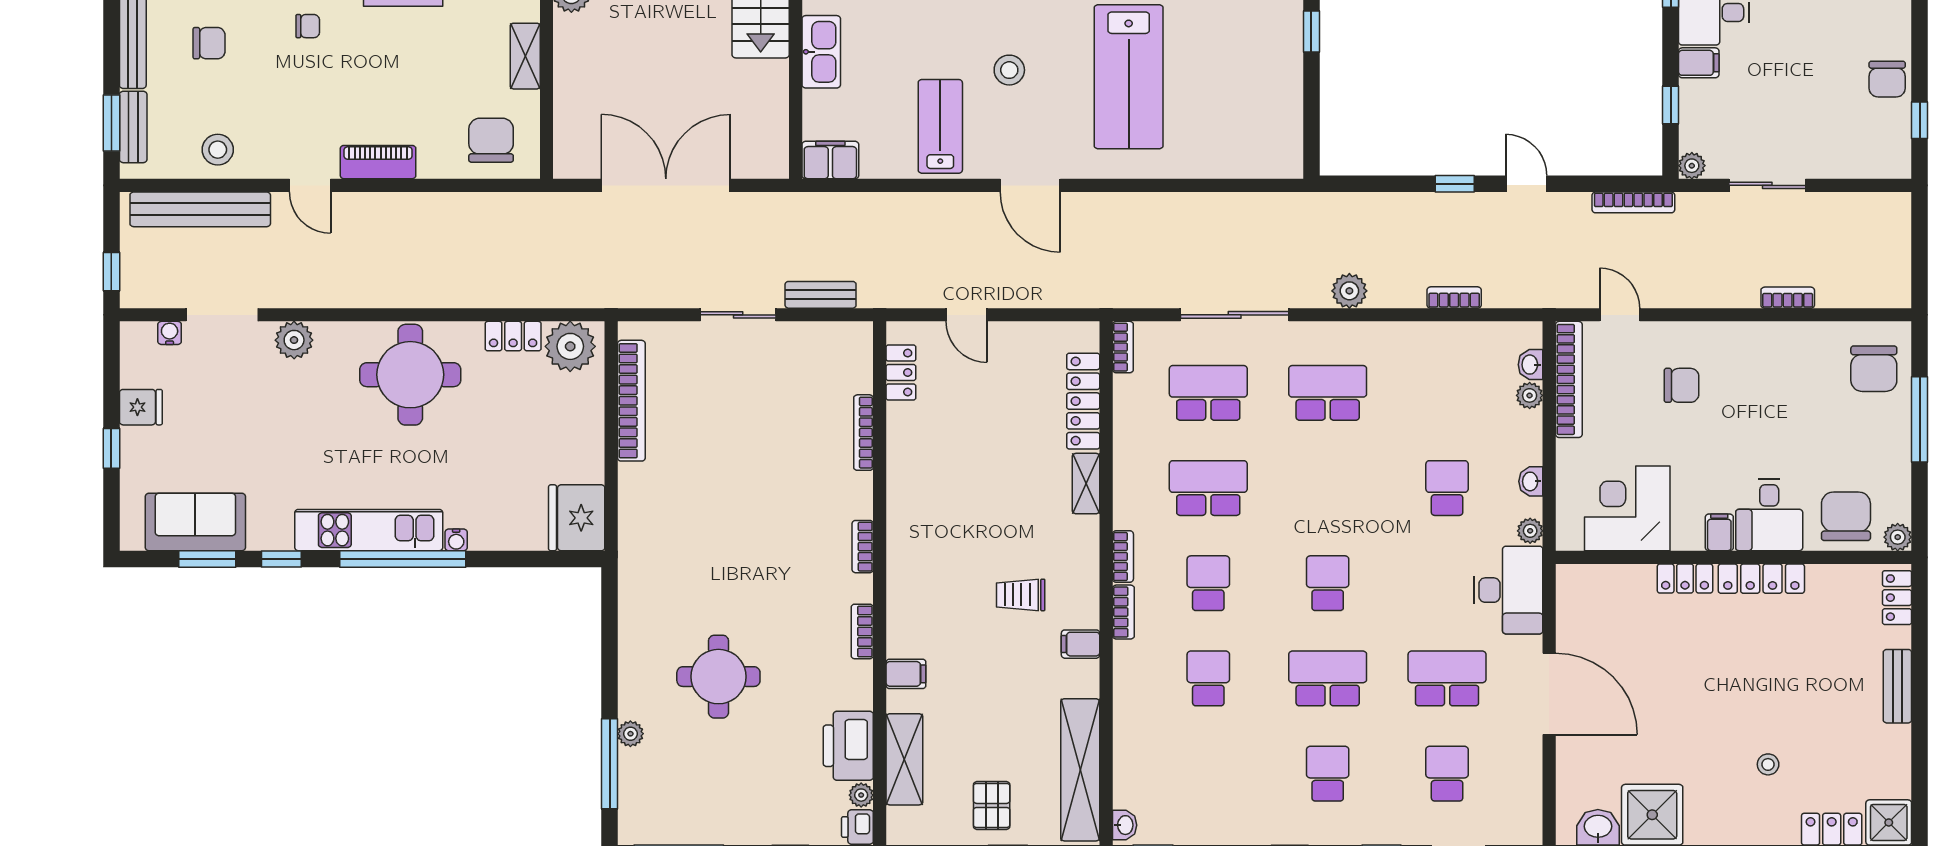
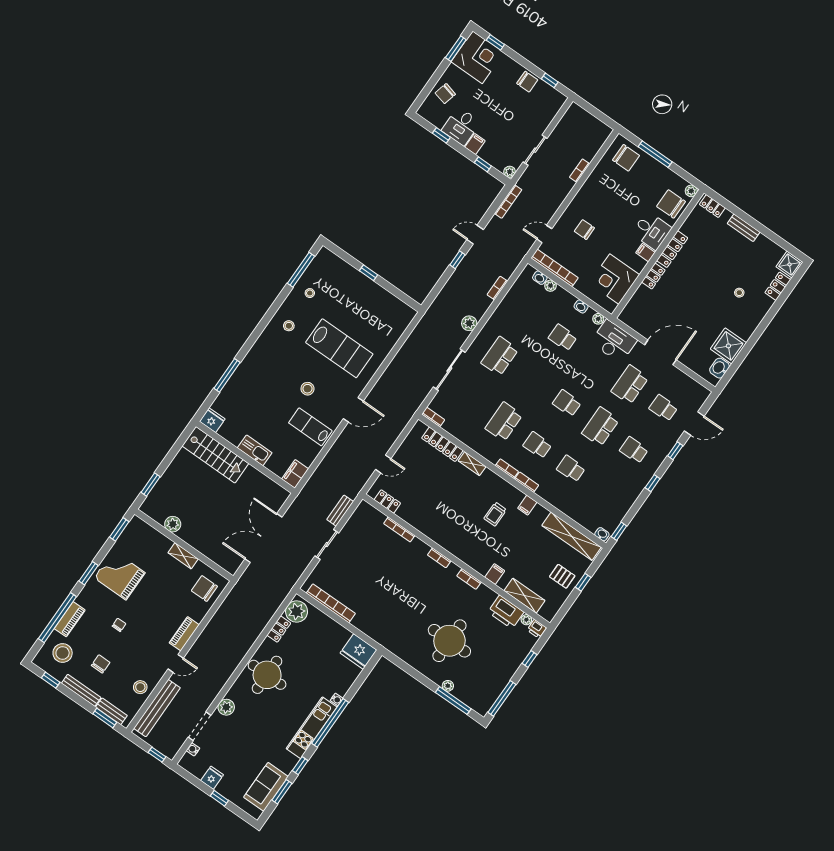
chair: (1682, 385) -> (584, 230), turned -90
school desk: (1208, 393) -> (470, 398), removed
round table: (718, 677) -> (449, 641), width x1.36, depth x1.36

